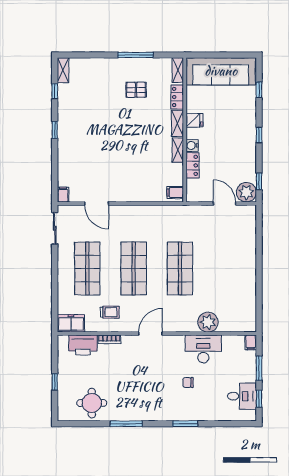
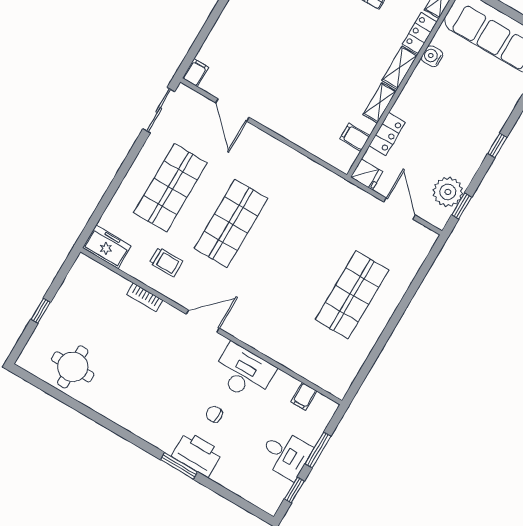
fridge: (194, 120) -> (367, 174), moved
water cooler: (192, 145) -> (432, 56), moved
plant: (246, 192) -> (448, 192), moved
filing cabinet: (175, 193) -> (355, 137), moved
shop shelf: (180, 268) -> (352, 295), moved
plant: (208, 322) -> (287, 351), removed
filing cabinet: (251, 342) -> (304, 396), moved
printer: (83, 345) -> (197, 454), moved, turned 180
desk: (203, 349) -> (243, 372), moved
desk: (242, 396) -> (286, 454), moved
window: (126, 424) -> (102, 420), removed

